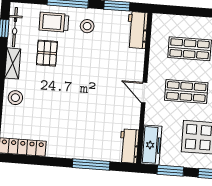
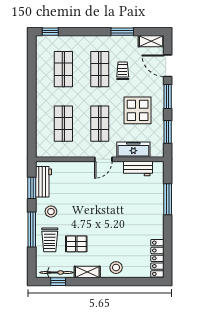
workbench: (137, 30) -> (44, 182), moved, turned -90
freezer: (151, 145) -> (133, 150), moved
workbench: (129, 146) -> (138, 168), moved

